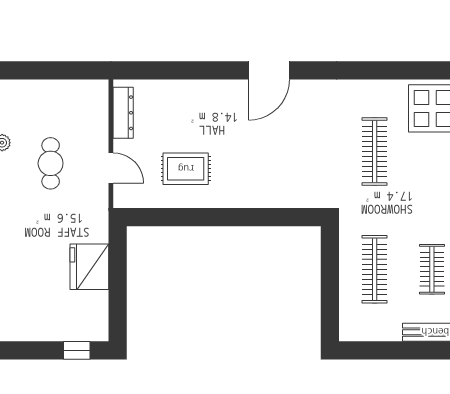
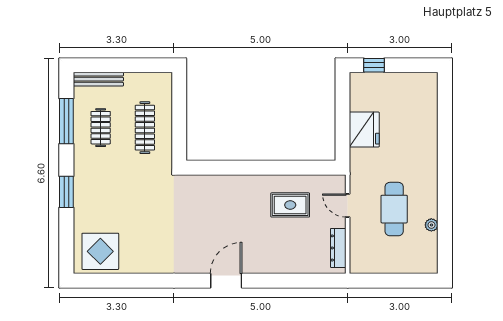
clothes rail: (375, 152) -> (145, 218), removed
cafe table: (51, 163) -> (394, 209), width x1.37, depth x1.35

